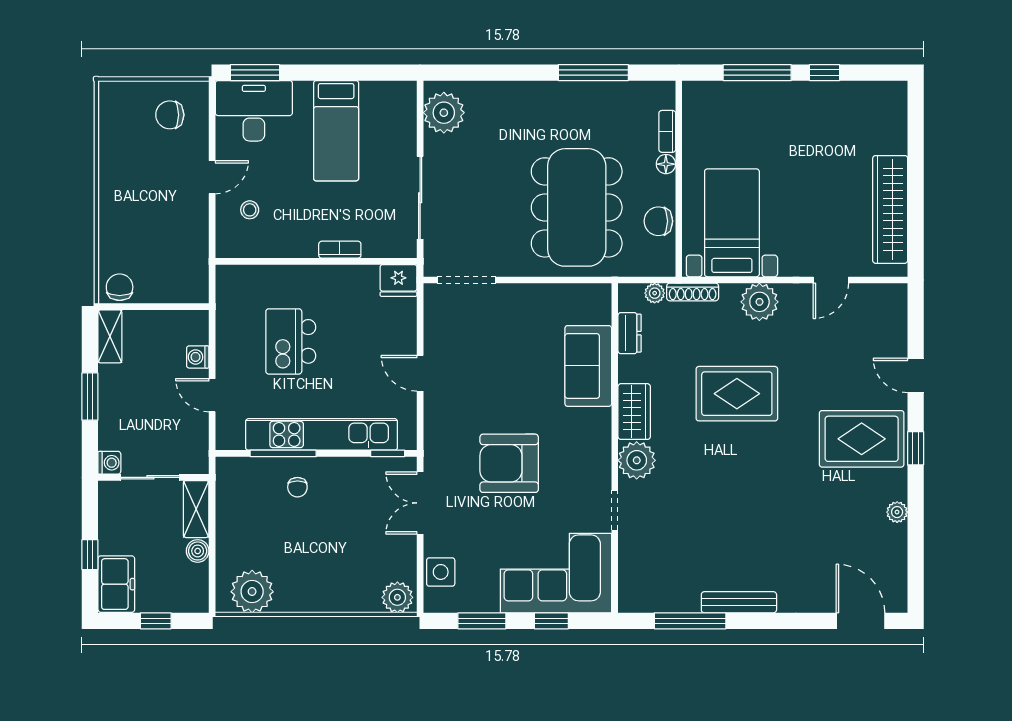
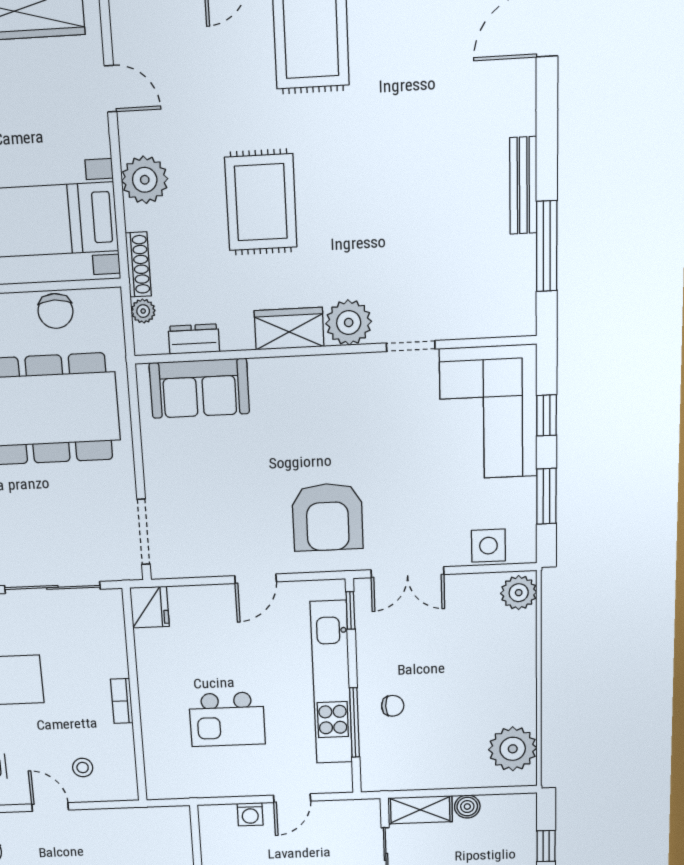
bookcase: (340, 250) -> (122, 701), moved
sofa: (588, 366) -> (199, 388), moved
armchair: (509, 463) -> (328, 517), moved

